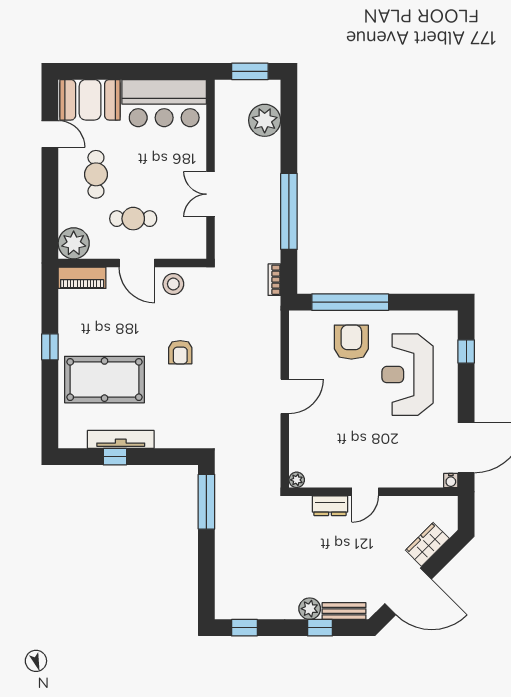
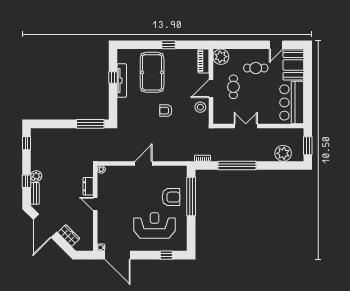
door: (285, 396) -> (143, 163), swing flipped

